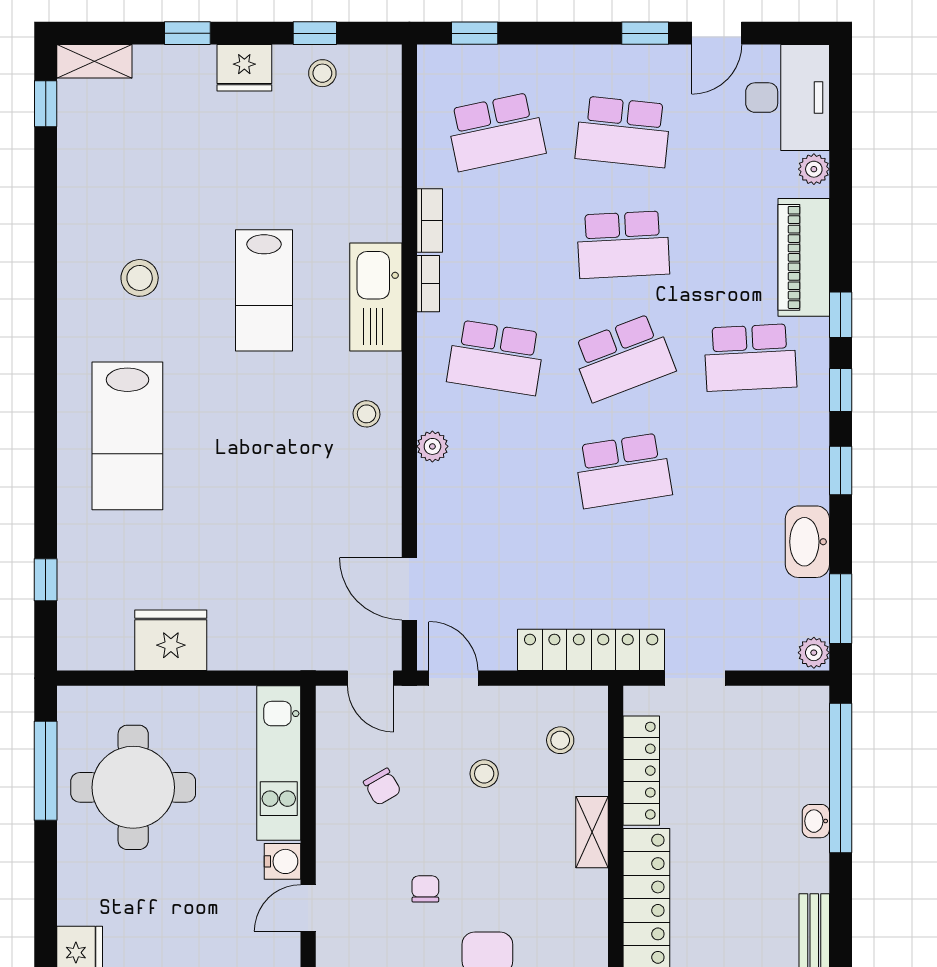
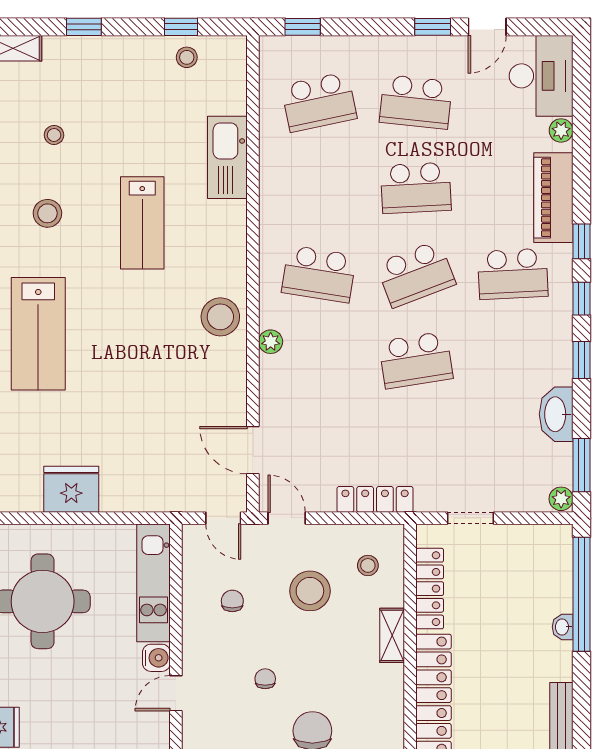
fridge: (244, 68) -> (127, 53), removed
stool: (148, 175) -> (54, 135), added
bookcase: (430, 221) -> (268, 170), removed
bookcase: (428, 284) -> (267, 218), removed
kitchen sink: (376, 297) -> (227, 157), moved
stool: (367, 414) -> (220, 317), width x1.89, depth x1.89
locker: (591, 650) -> (375, 499), width x0.71, depth x0.83
stool: (484, 774) -> (310, 591), width x1.89, depth x1.89
chair: (382, 787) -> (232, 601), turned -150

